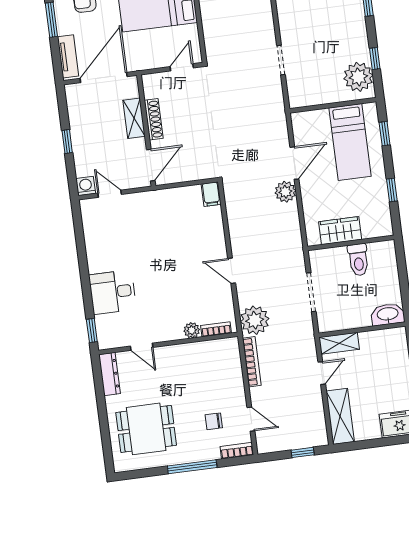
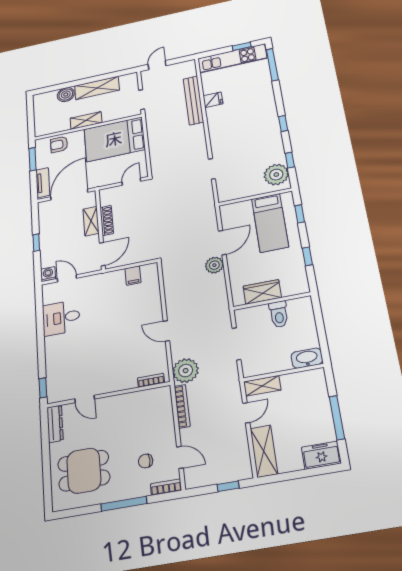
filing cabinet: (211, 194) -> (133, 275), moved
desk: (113, 292) -> (61, 318), moved
plant: (192, 330) -> (129, 382), removed

